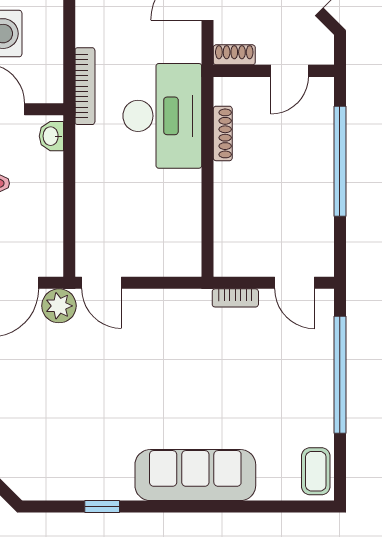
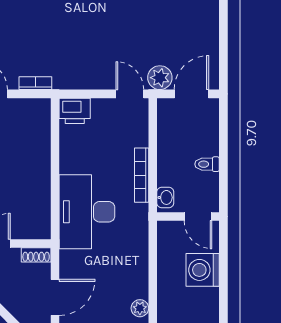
bookcase: (85, 86) -> (142, 175), moved
shoe rack: (223, 133) -> (44, 199), removed
printer: (180, 259) -> (75, 111), added

